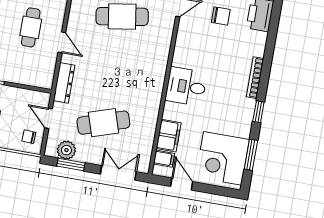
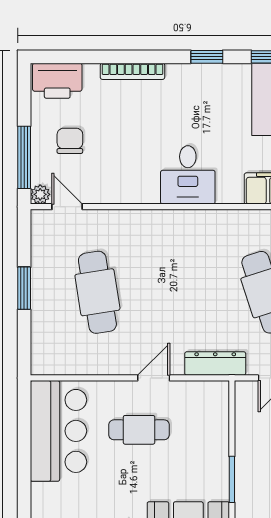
bookcase: (255, 78) -> (133, 71), moved

